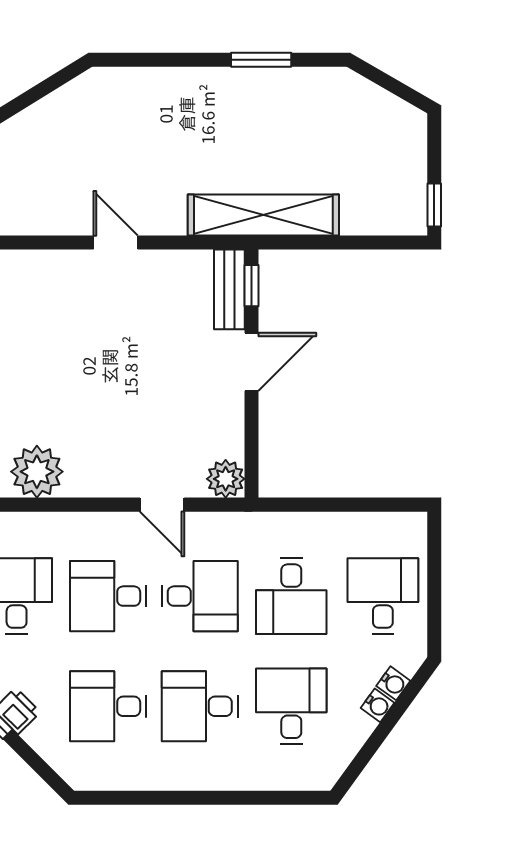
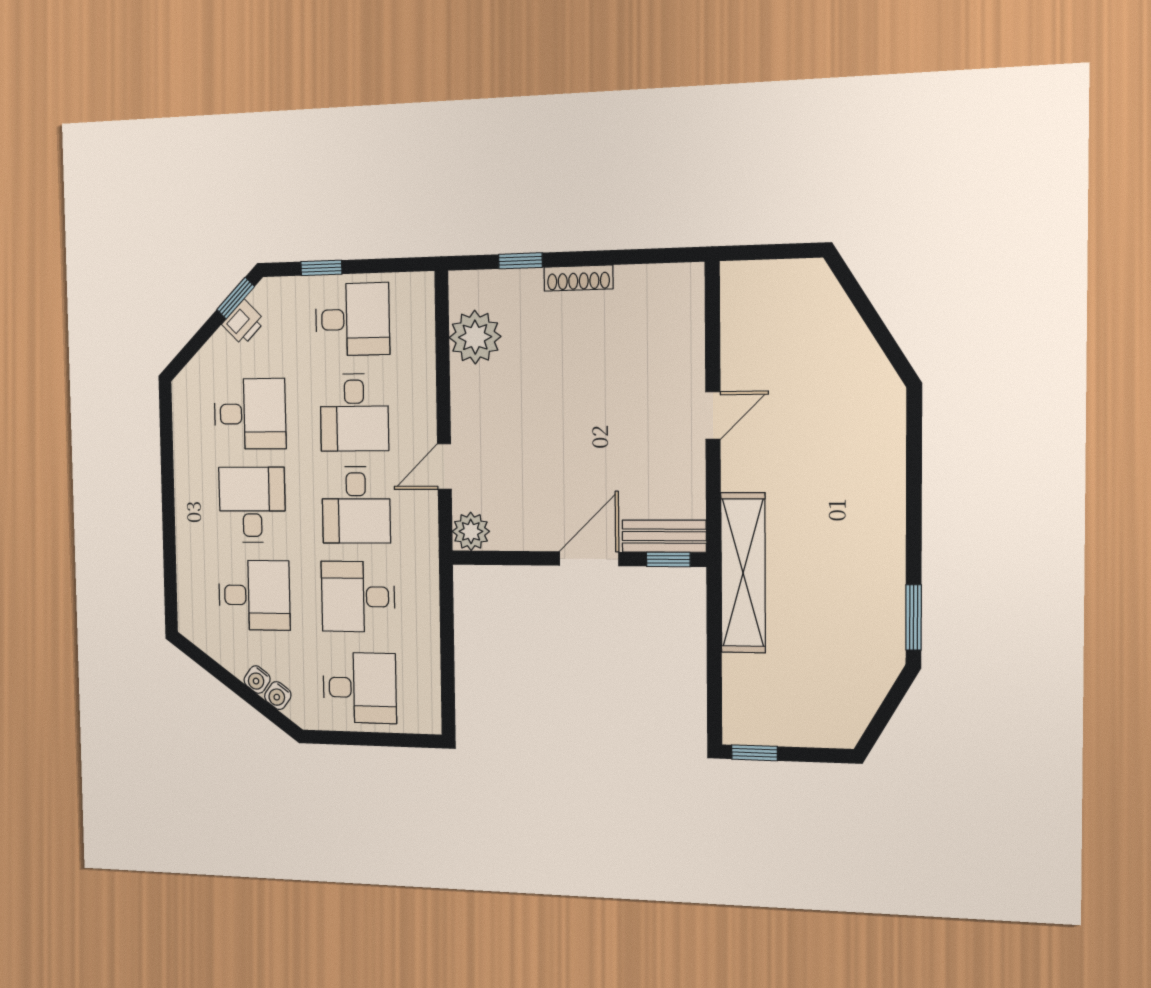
window: (261, 60) -> (914, 617), moved
door: (251, 362) -> (589, 559), swing flipped
desk: (108, 596) -> (354, 412), turned 180
desk: (108, 706) -> (250, 414), turned 90

